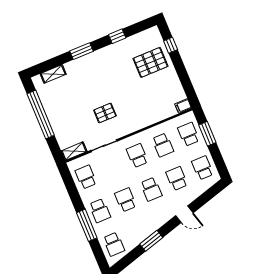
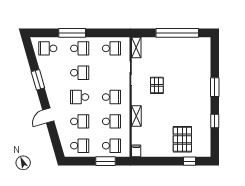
shelving: (53, 74) -> (136, 116), moved
school desk: (163, 145) -> (111, 121), turned 180
school desk: (100, 211) -> (80, 48), turned 180

